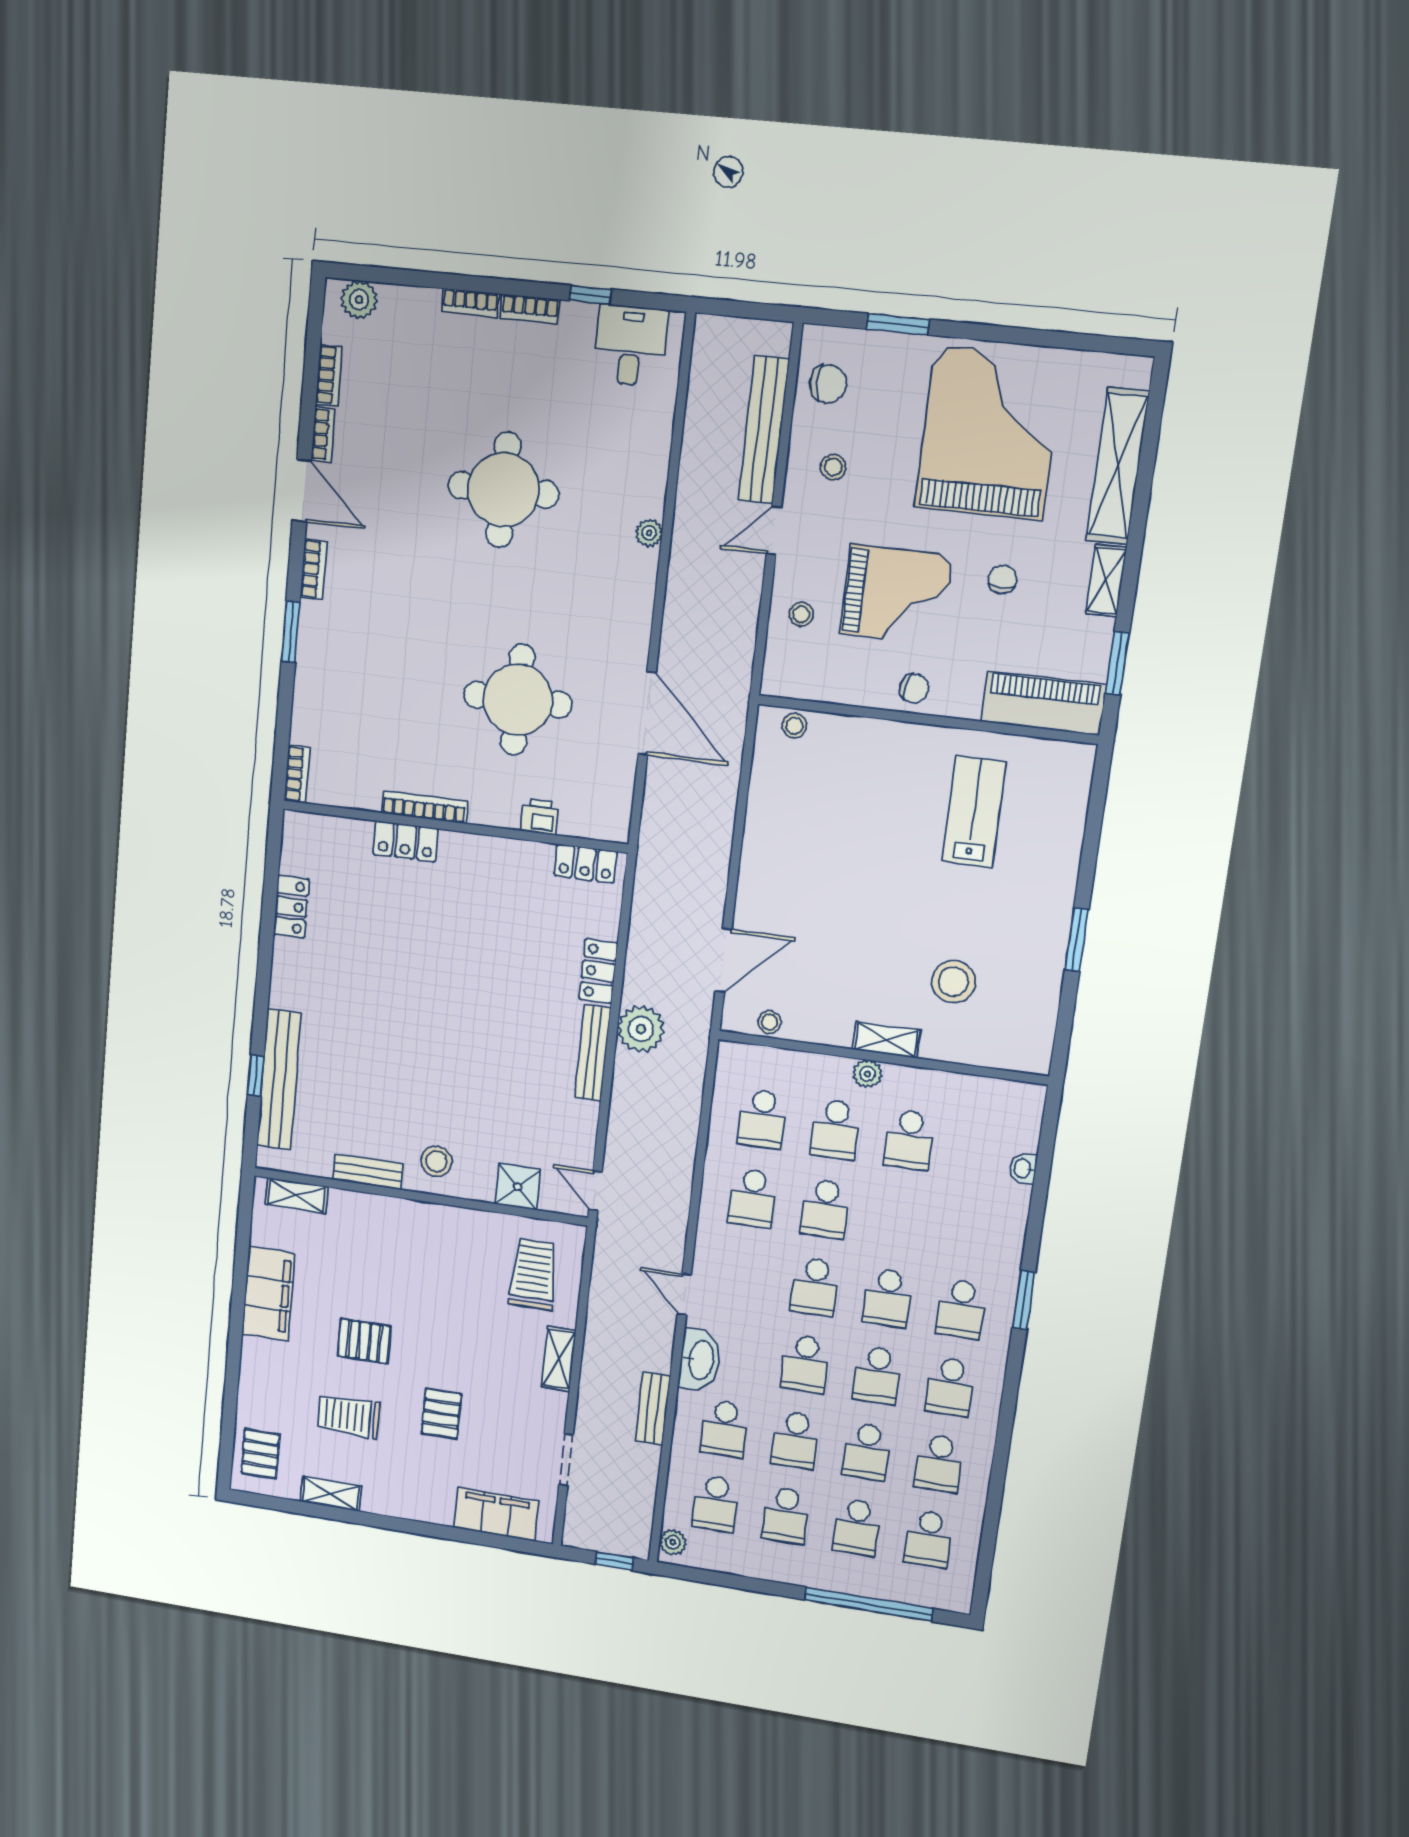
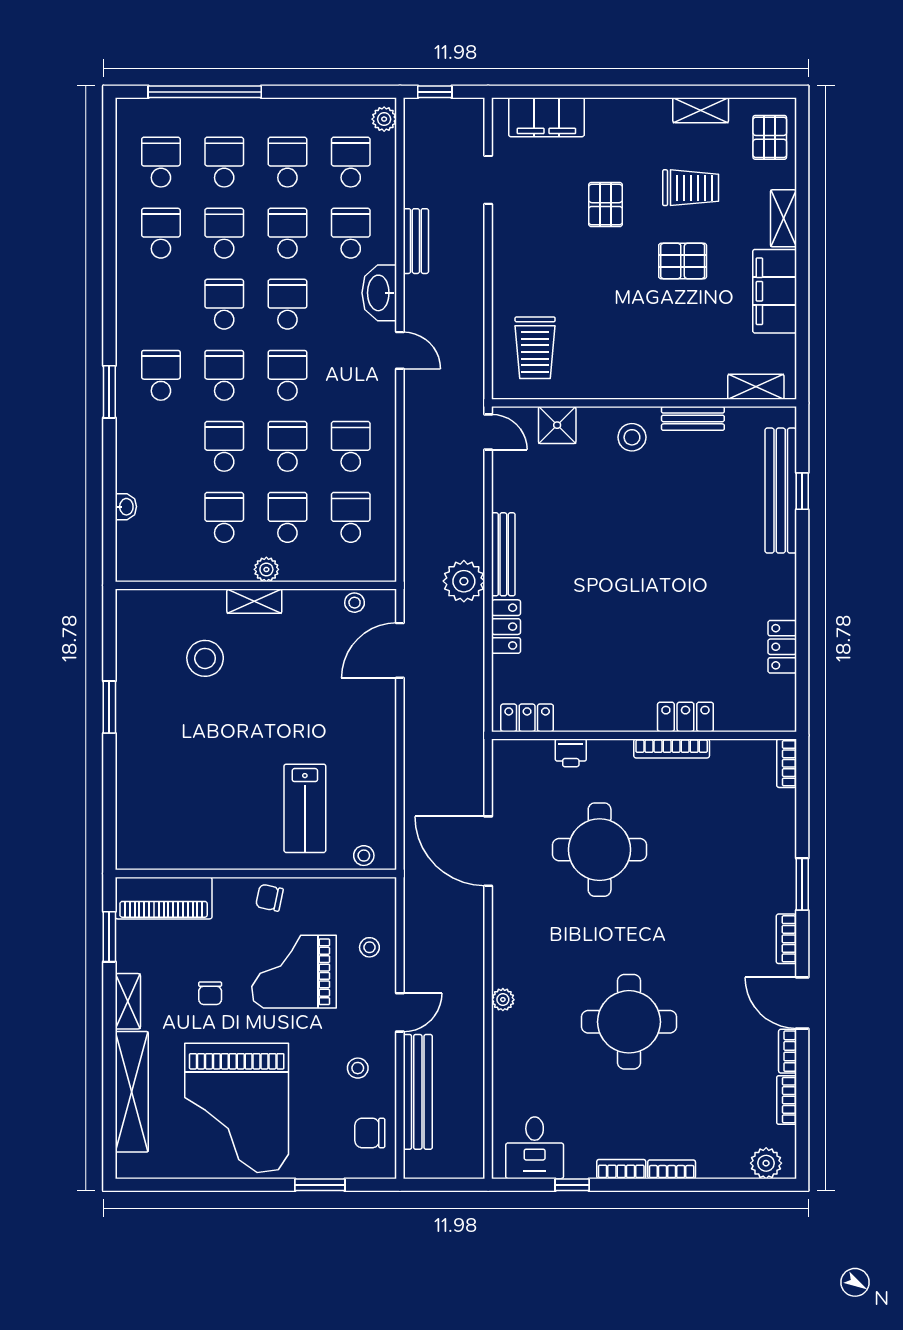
lab bench: (974, 812) -> (305, 808), moved
shelving: (559, 1359) -> (783, 218), moved
school desk: (950, 1387) -> (224, 446), moved

